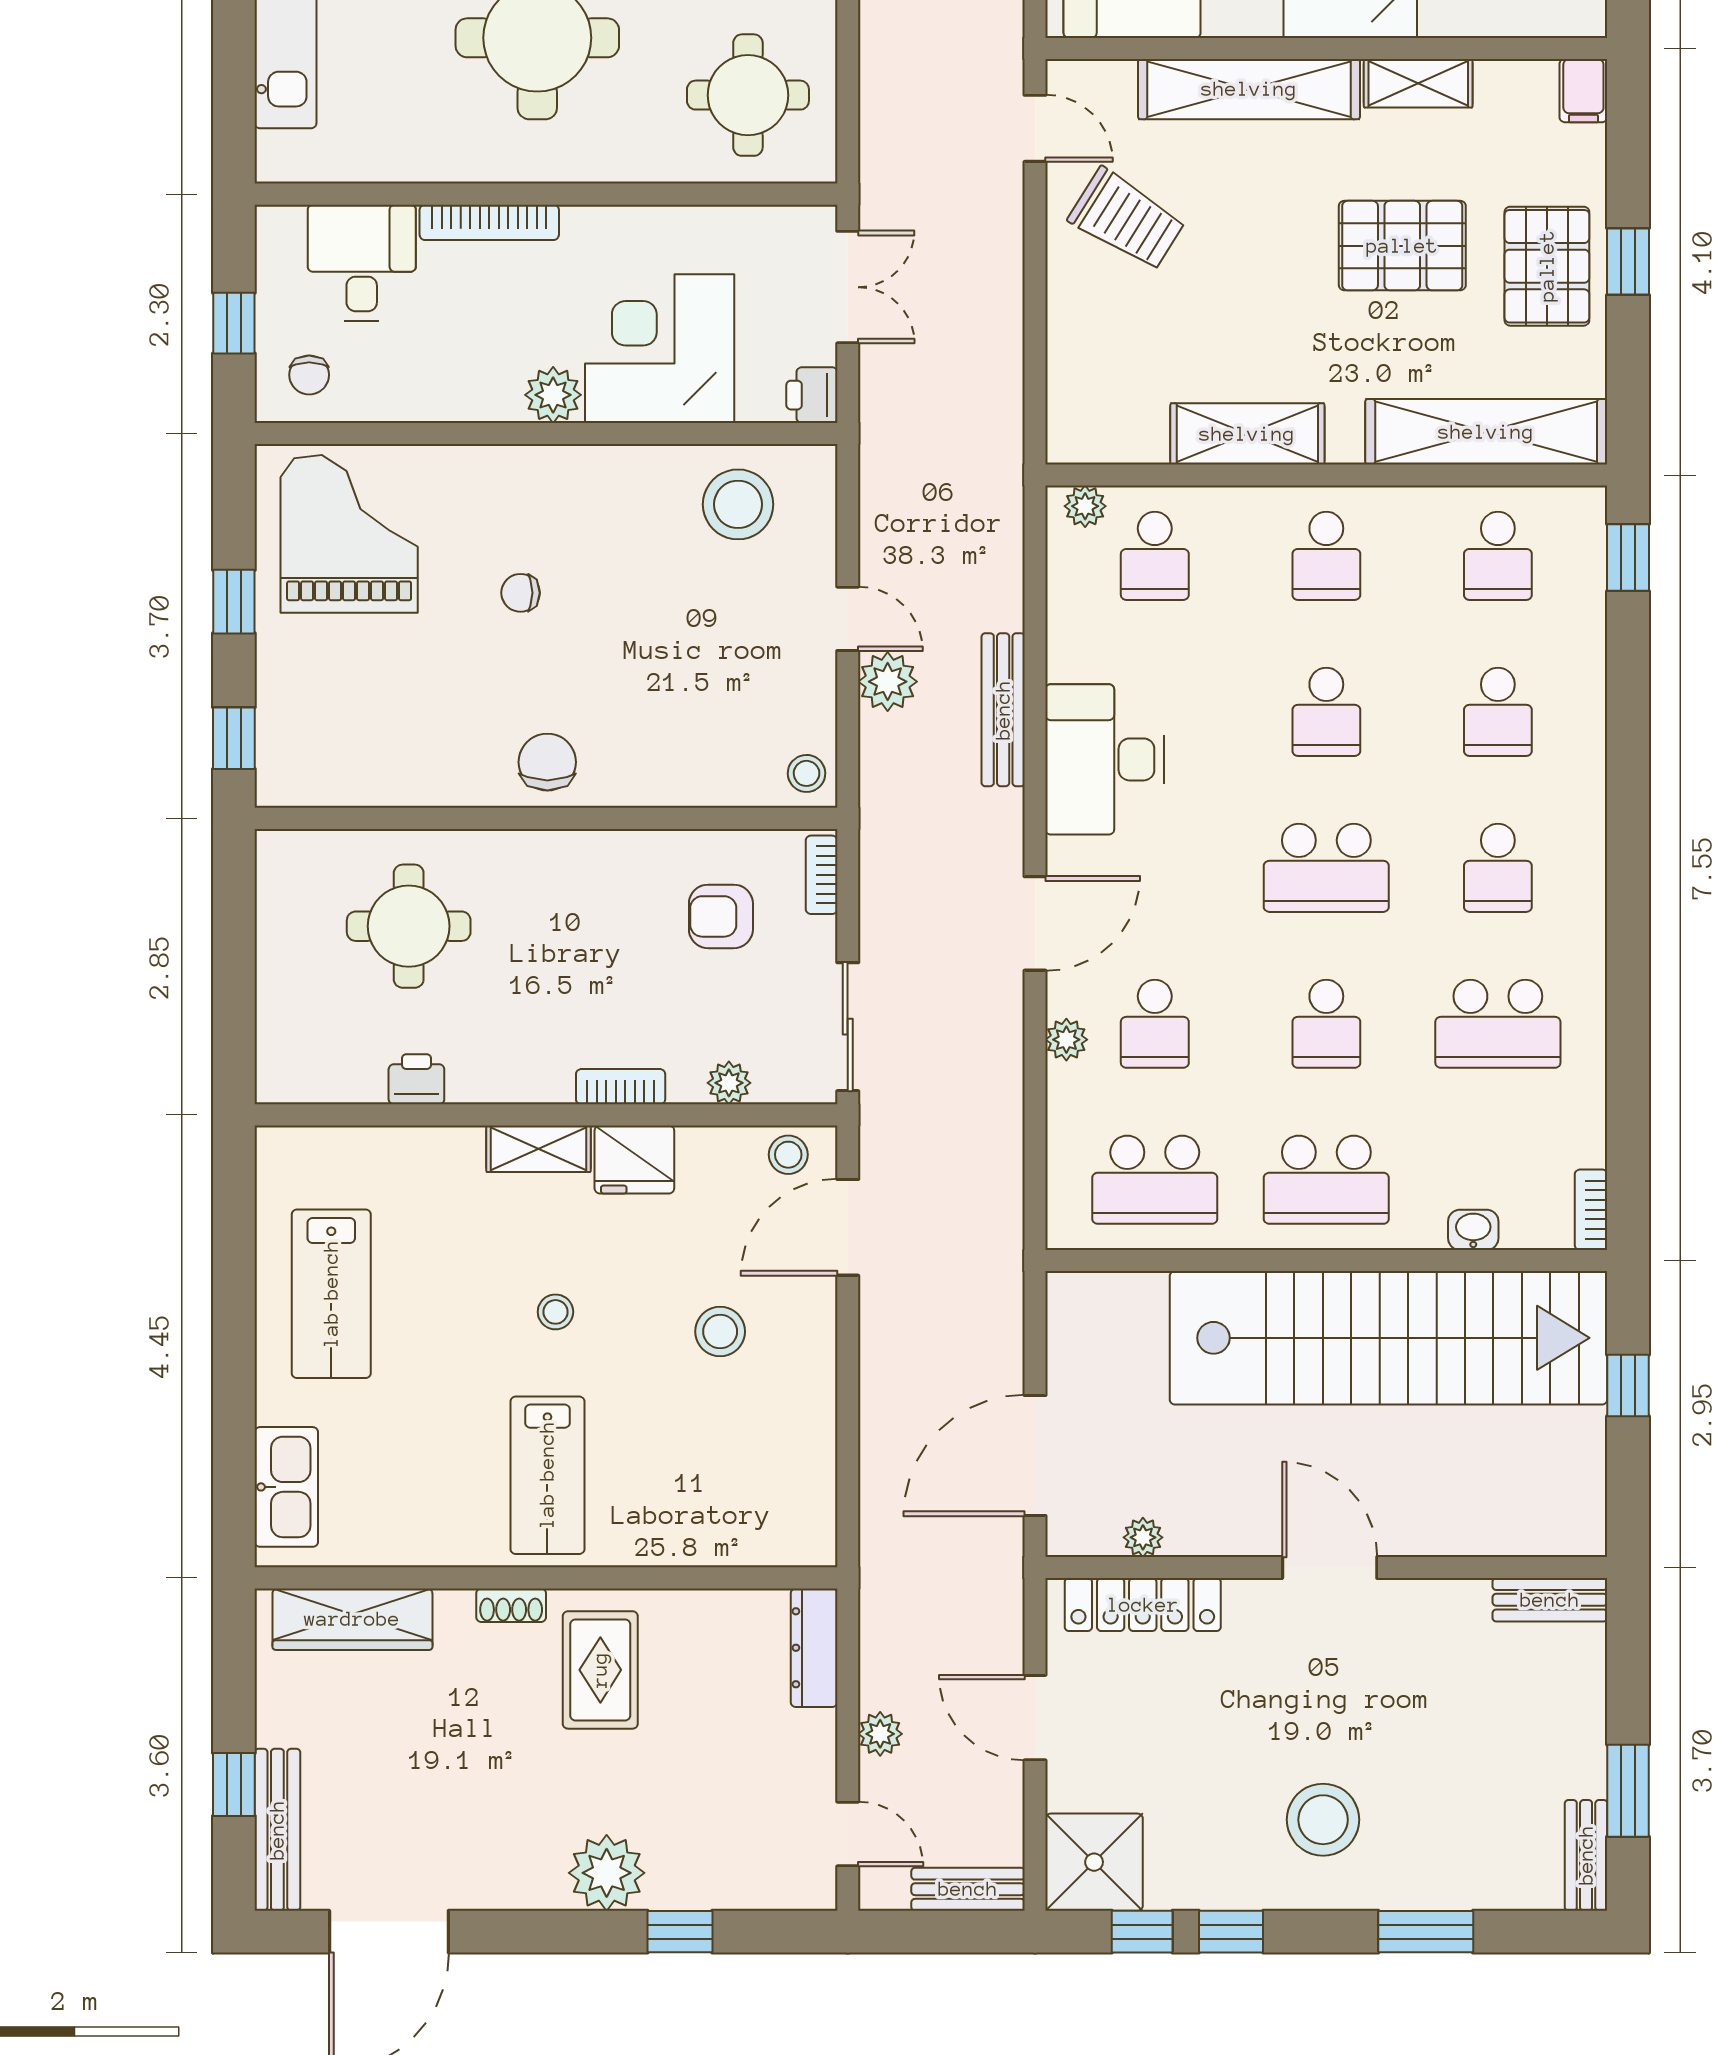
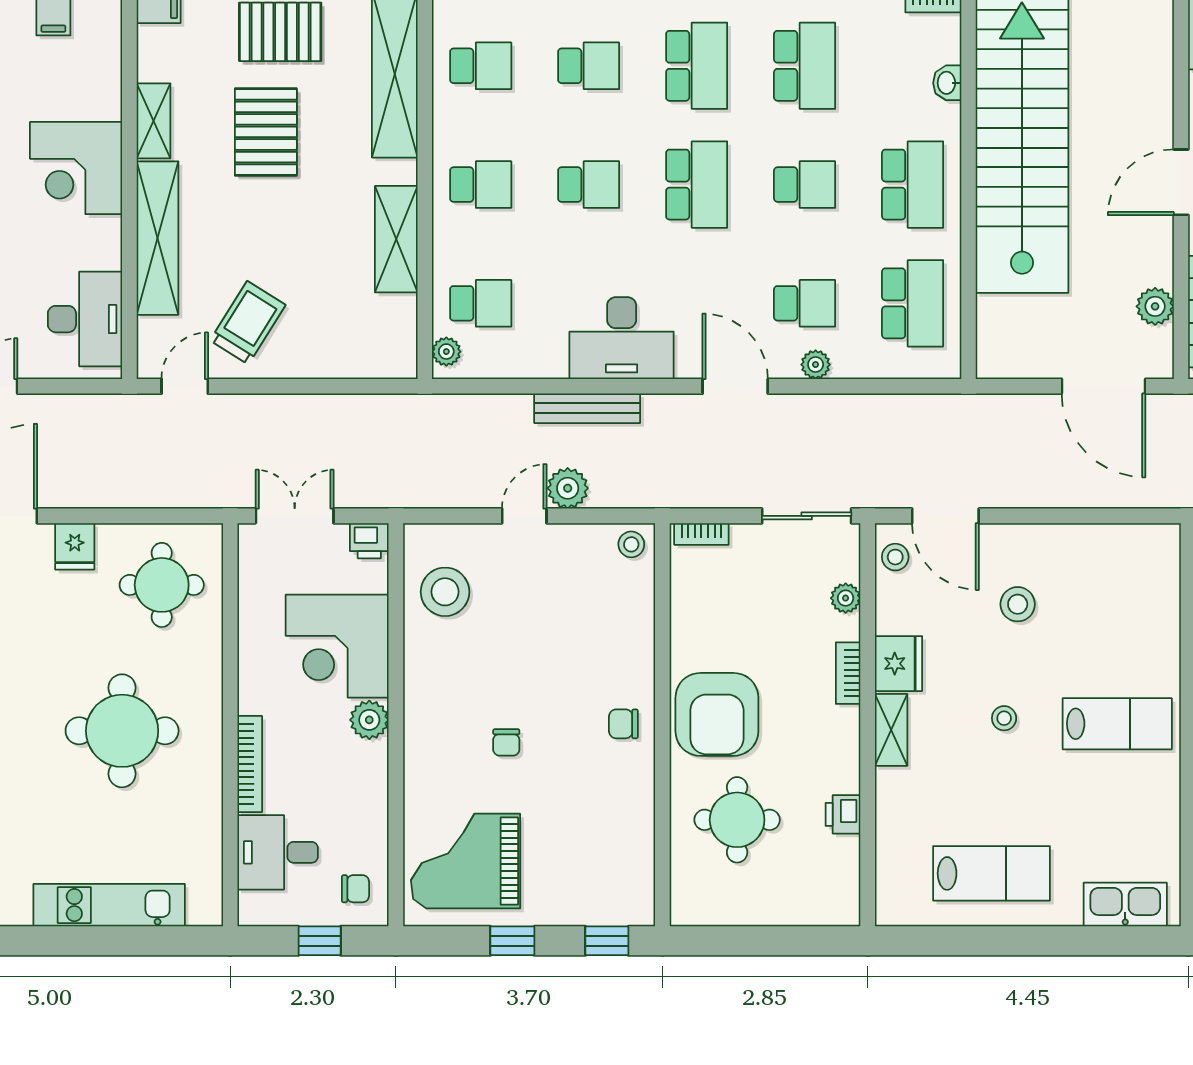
chair: (547, 762) -> (623, 724), width x0.73, depth x0.73
school desk: (1498, 868) -> (697, 66), width x1.85
armchair: (721, 916) -> (717, 714), moved, width x1.88, depth x1.88
plant: (1143, 1537) -> (1155, 306), width x1.38, depth x1.38

